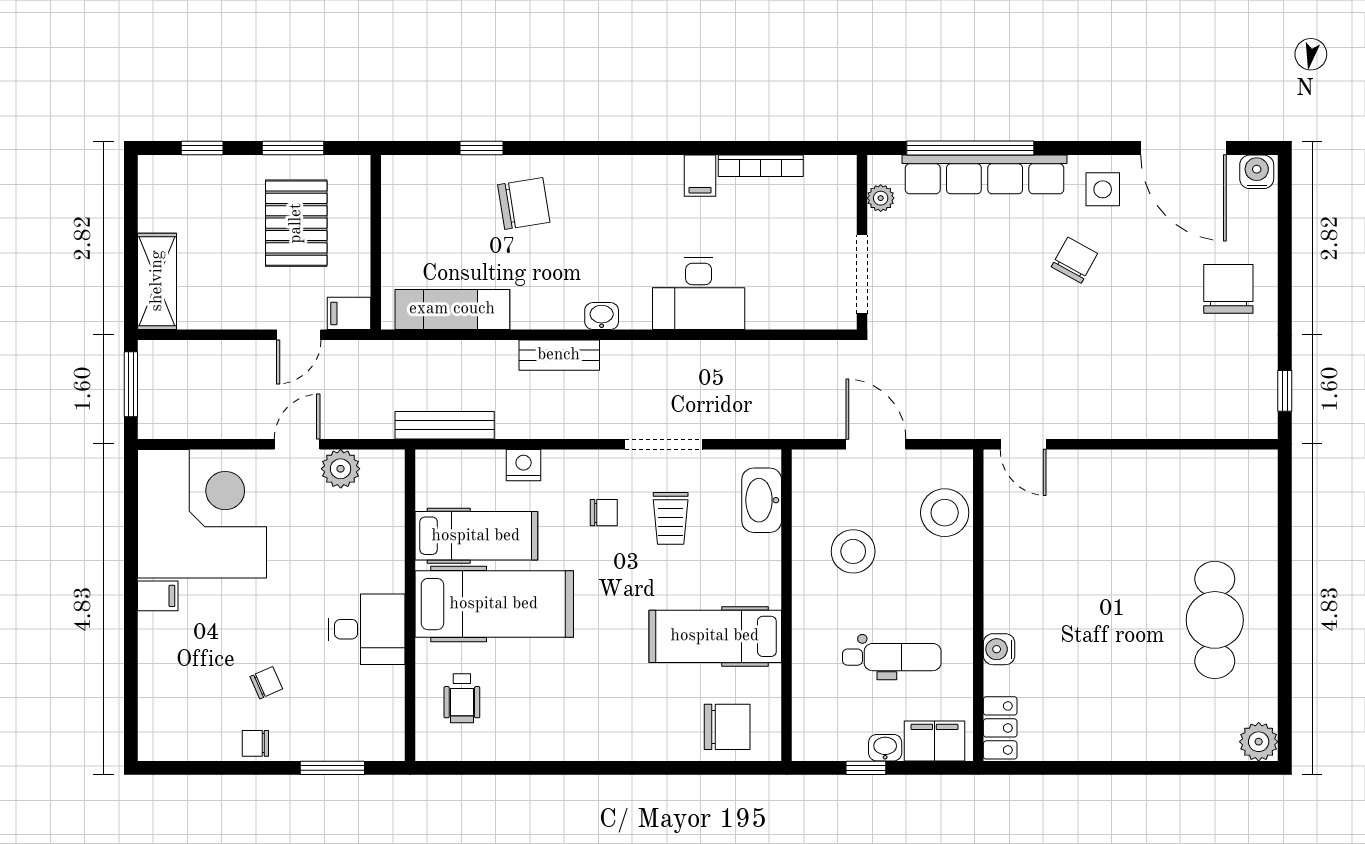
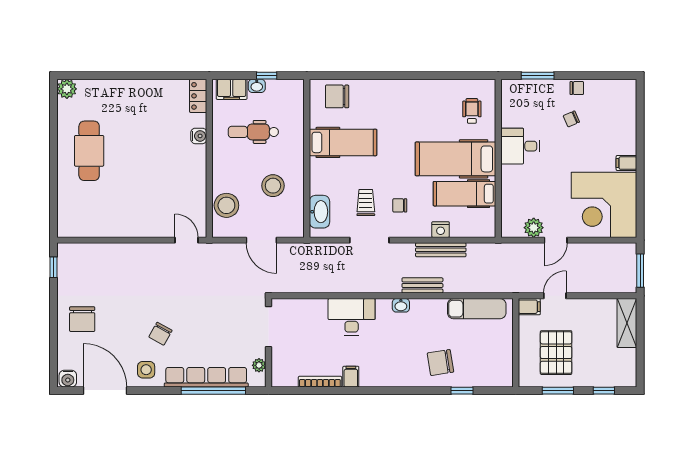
bench: (445, 425) -> (441, 250), moved

